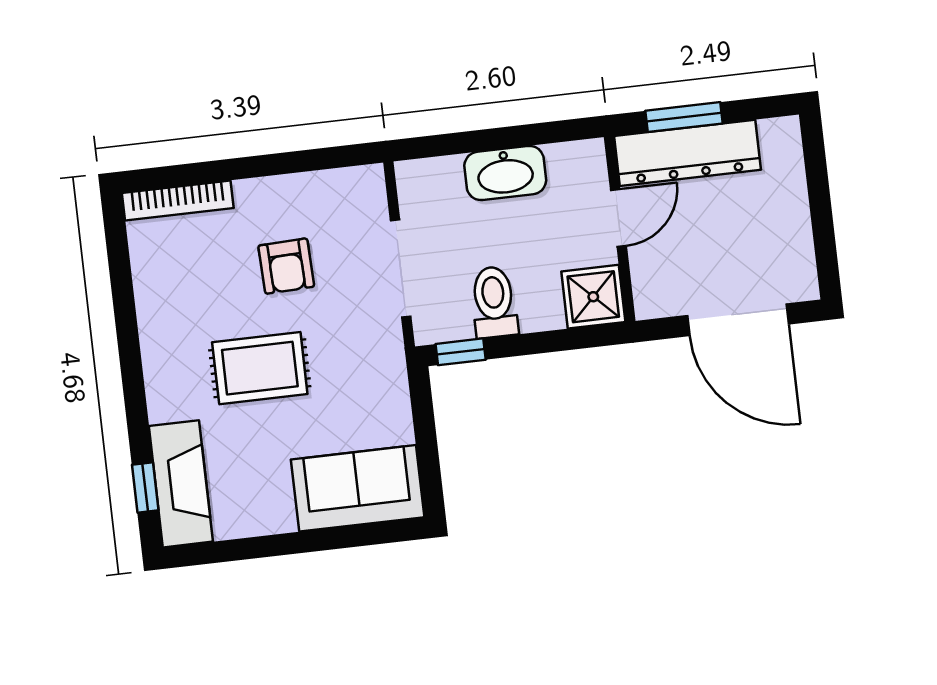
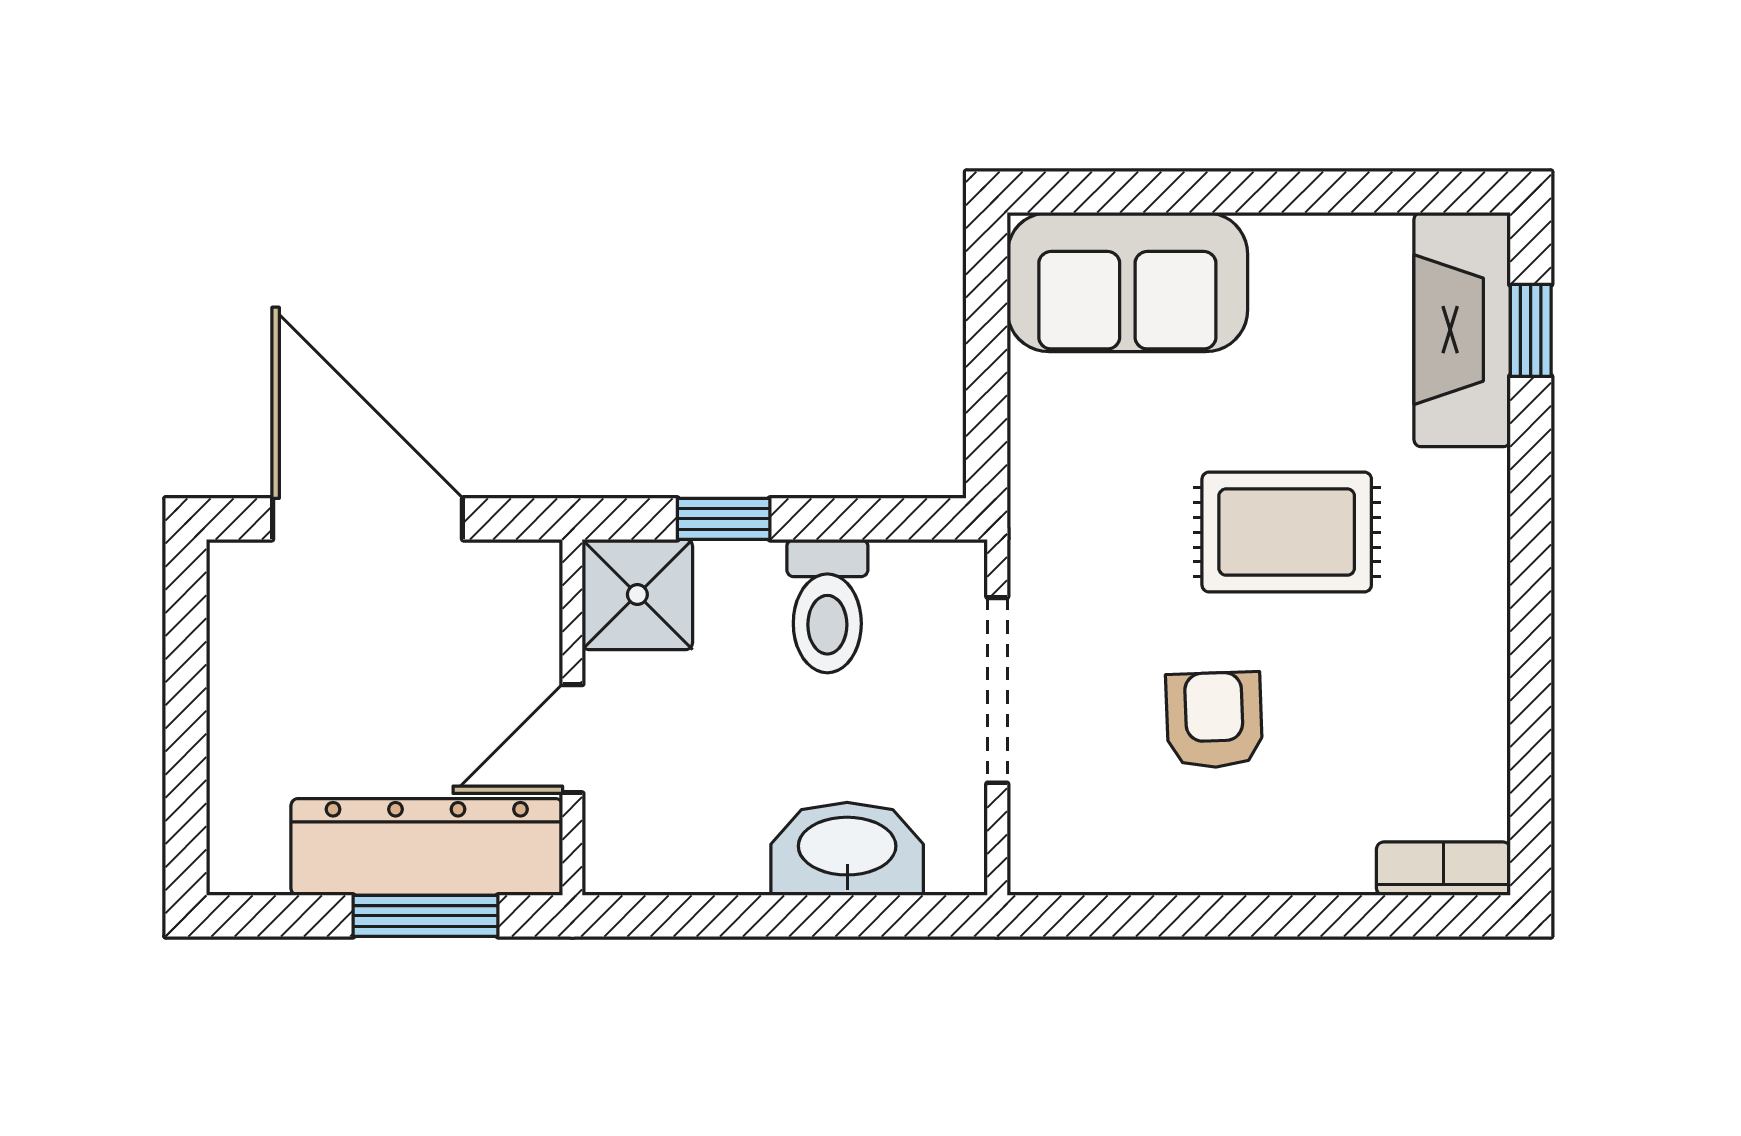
washbasin: (505, 173) -> (847, 849), moved
bookcase: (178, 200) -> (1443, 869), width x0.64
window: (461, 352) -> (724, 519), moved

